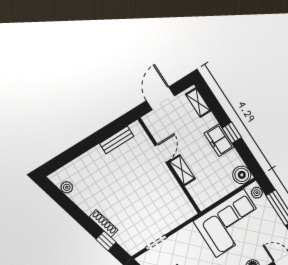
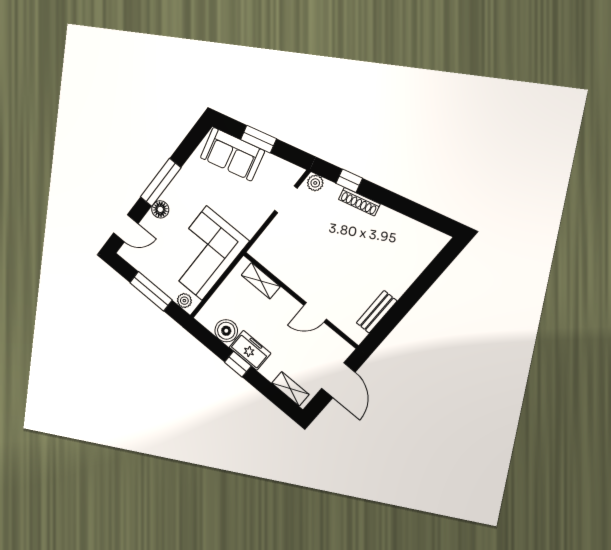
door: (161, 153) -> (315, 312), hinge flipped
shelving: (182, 170) -> (261, 281), moved
boiler: (242, 175) -> (226, 331), moved
plant: (67, 187) -> (315, 183), moved

